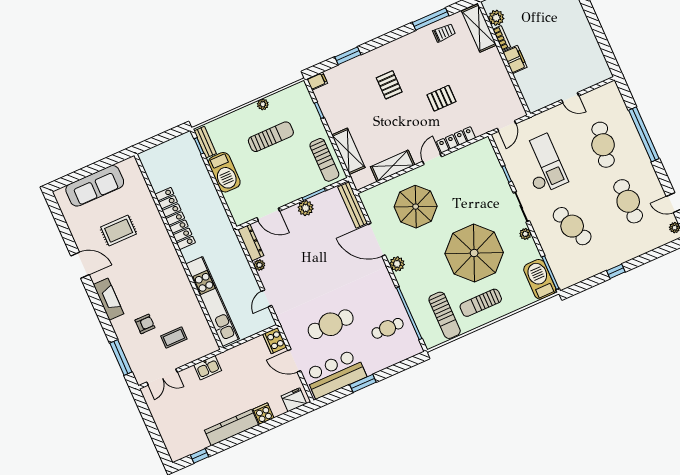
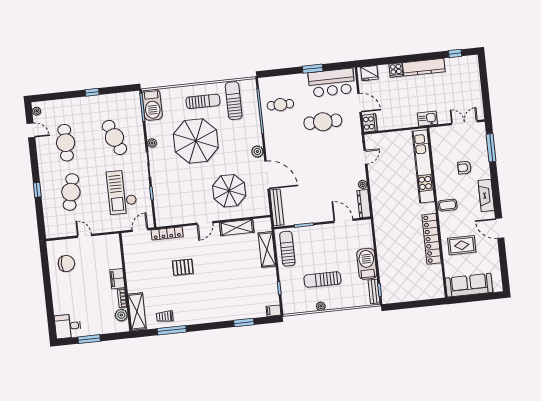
chair: (581, 58) -> (66, 263), added
pallet: (389, 85) -> (219, 290), removed
window: (644, 134) -> (37, 190), width x0.32
locker: (456, 140) -> (167, 233), moved
plant: (306, 208) -> (313, 217), removed
locker: (175, 218) -> (432, 239), moved
wall: (179, 252) -> (437, 213), moved
kitchen unit: (212, 301) -> (423, 166), moved
coffee table: (174, 337) -> (448, 205), moved

